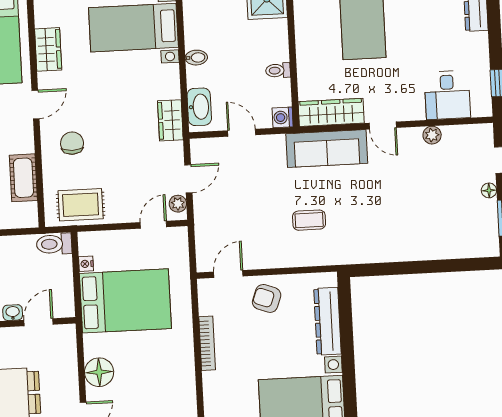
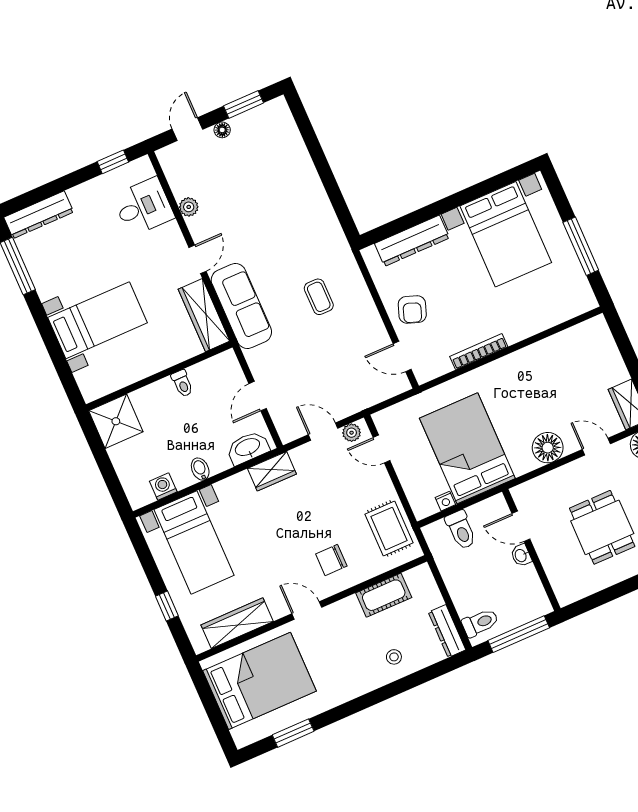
wardrobe: (48, 49) -> (237, 623), width x1.50
washing machine: (283, 117) -> (163, 486), moved, turned 180
toilet: (54, 244) -> (461, 530), moved

